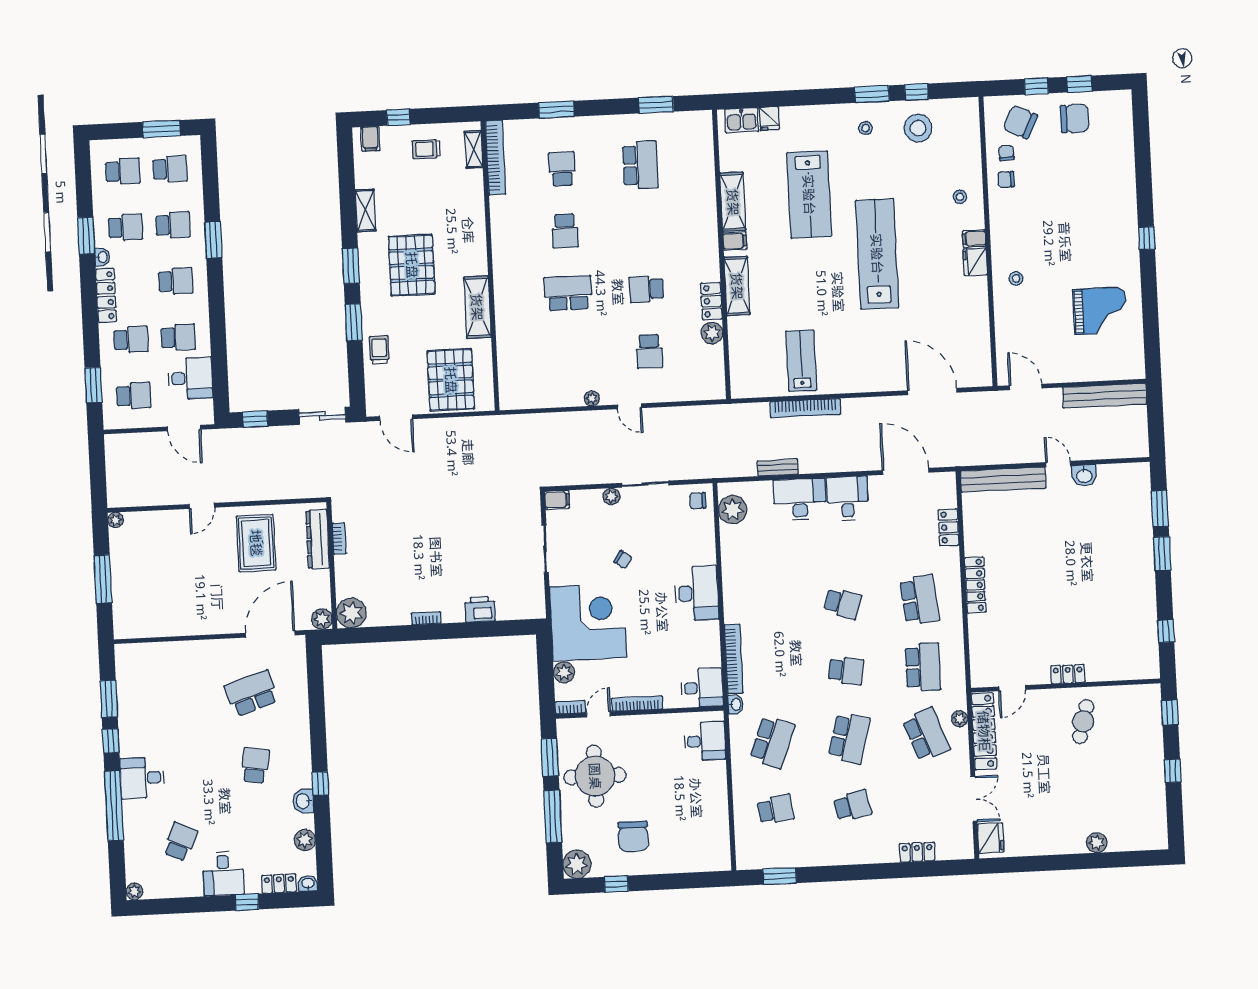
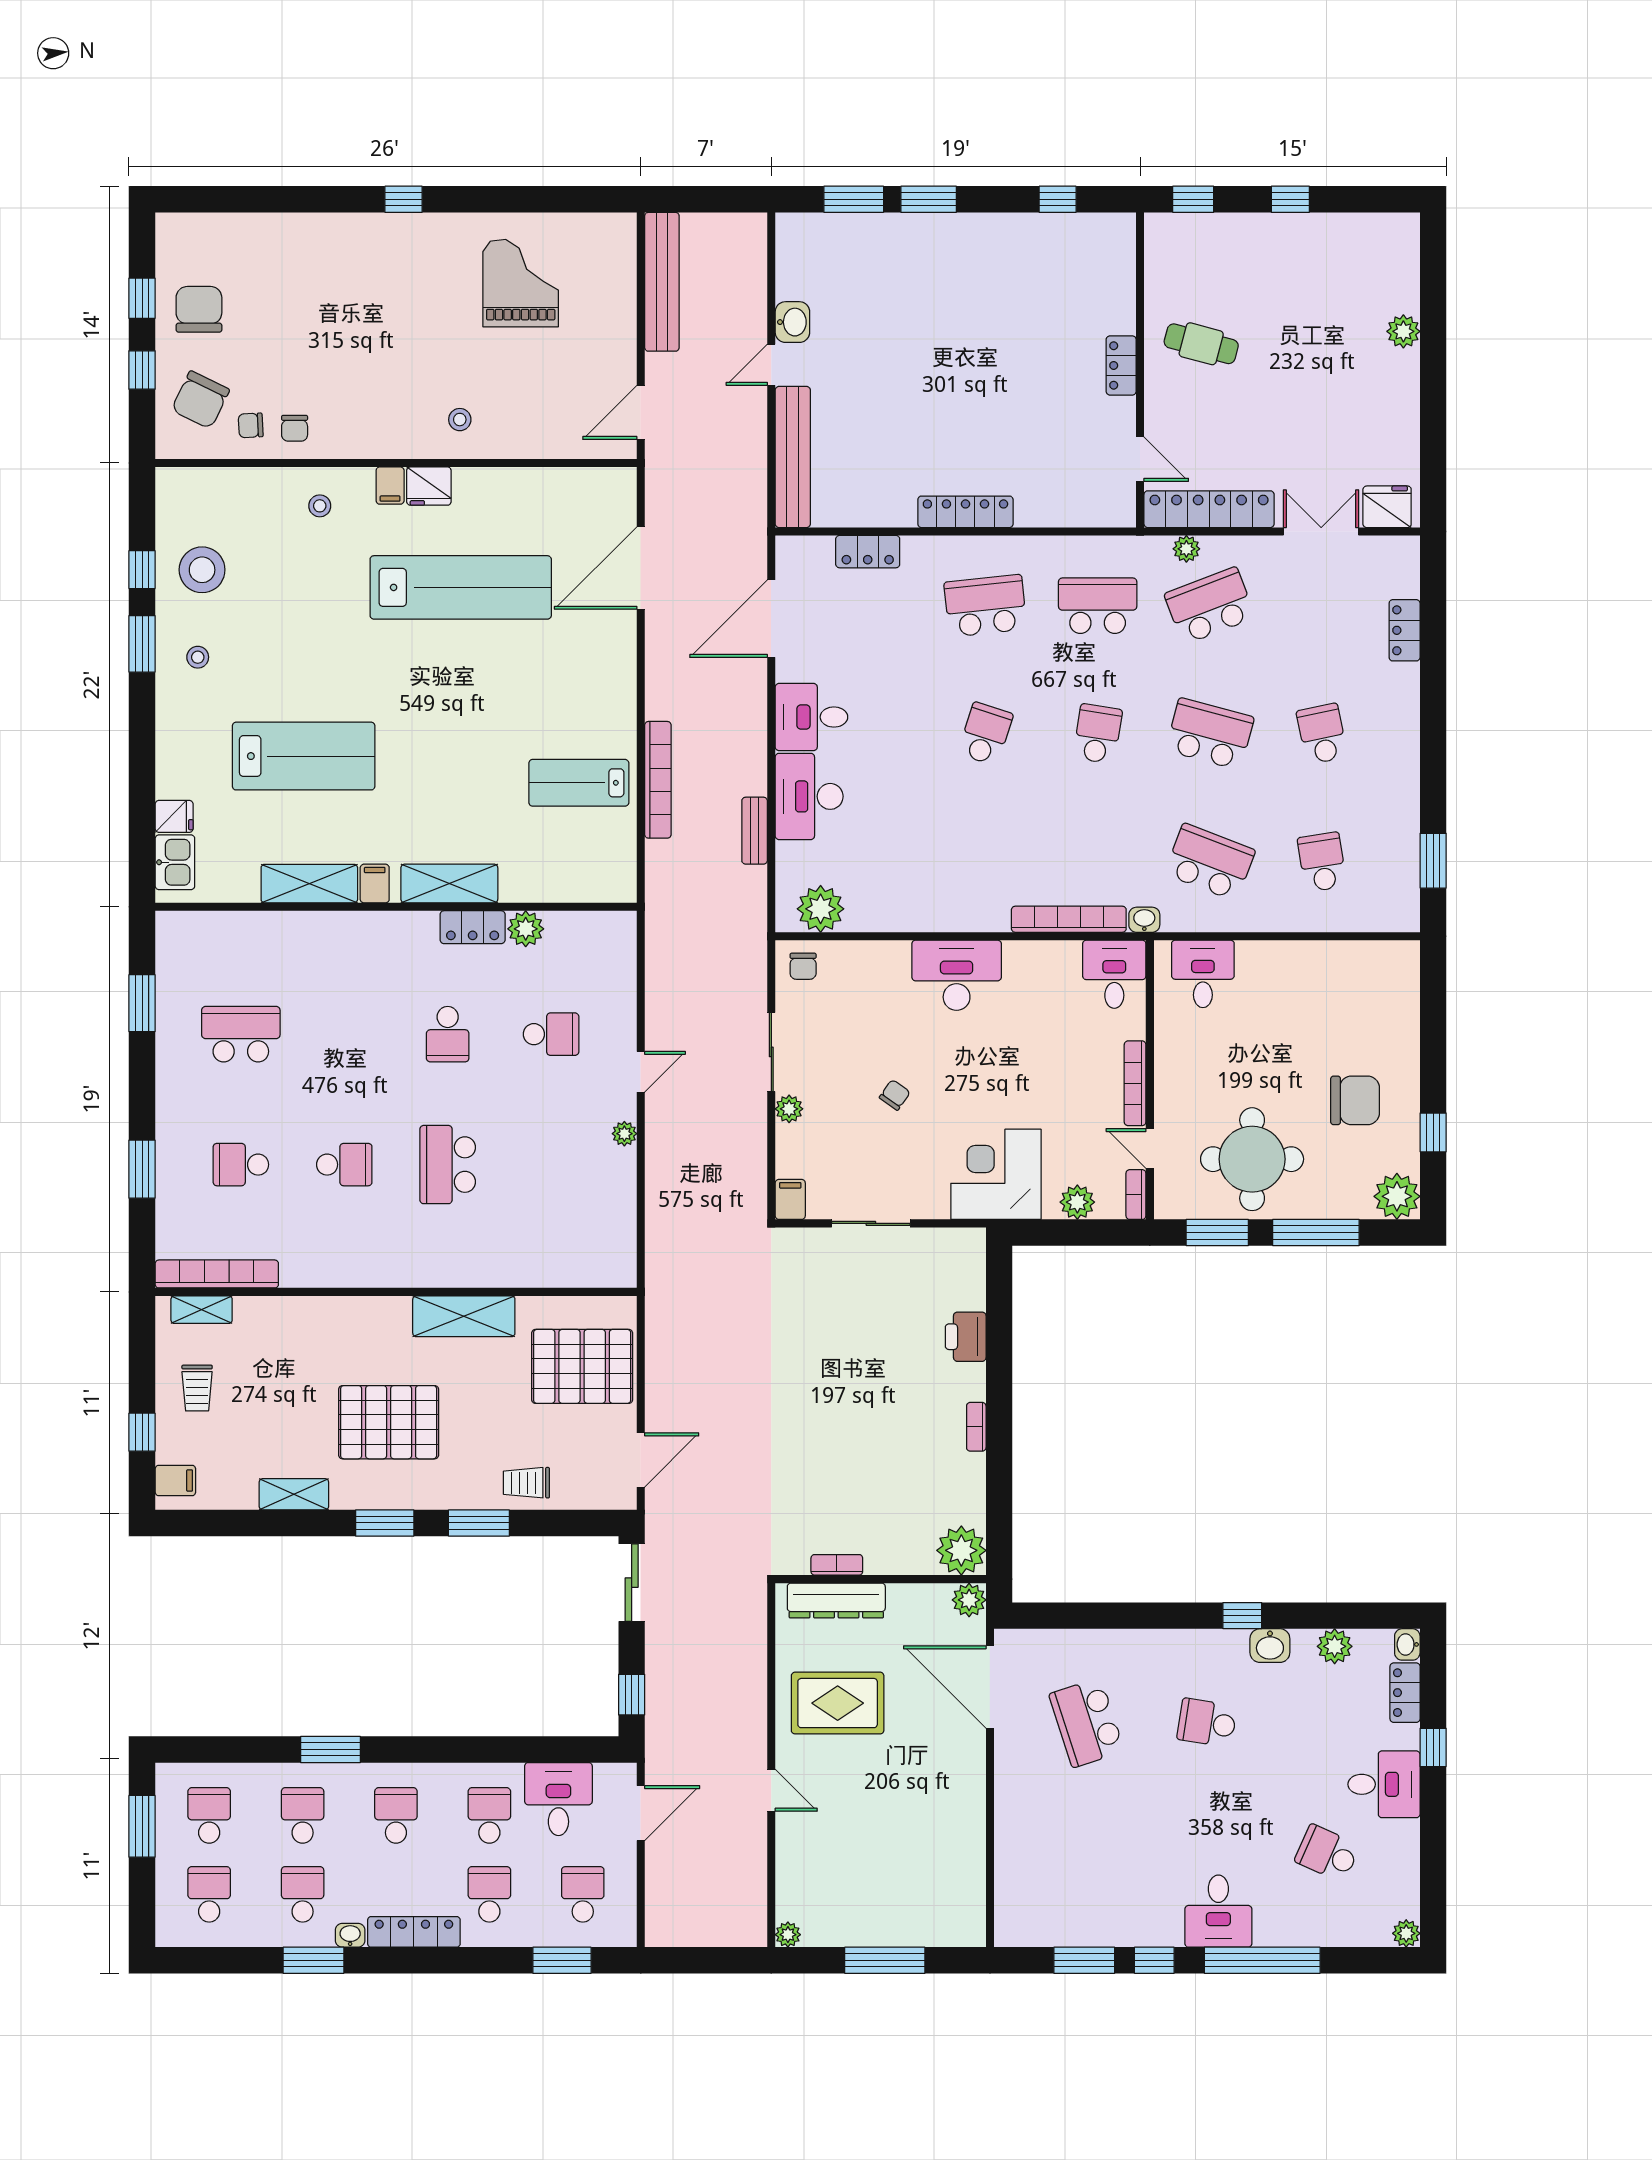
lab bench: (877, 254) -> (461, 587), moved, turned 180
corner desk: (588, 622) -> (996, 1174), width x0.74, depth x0.74

